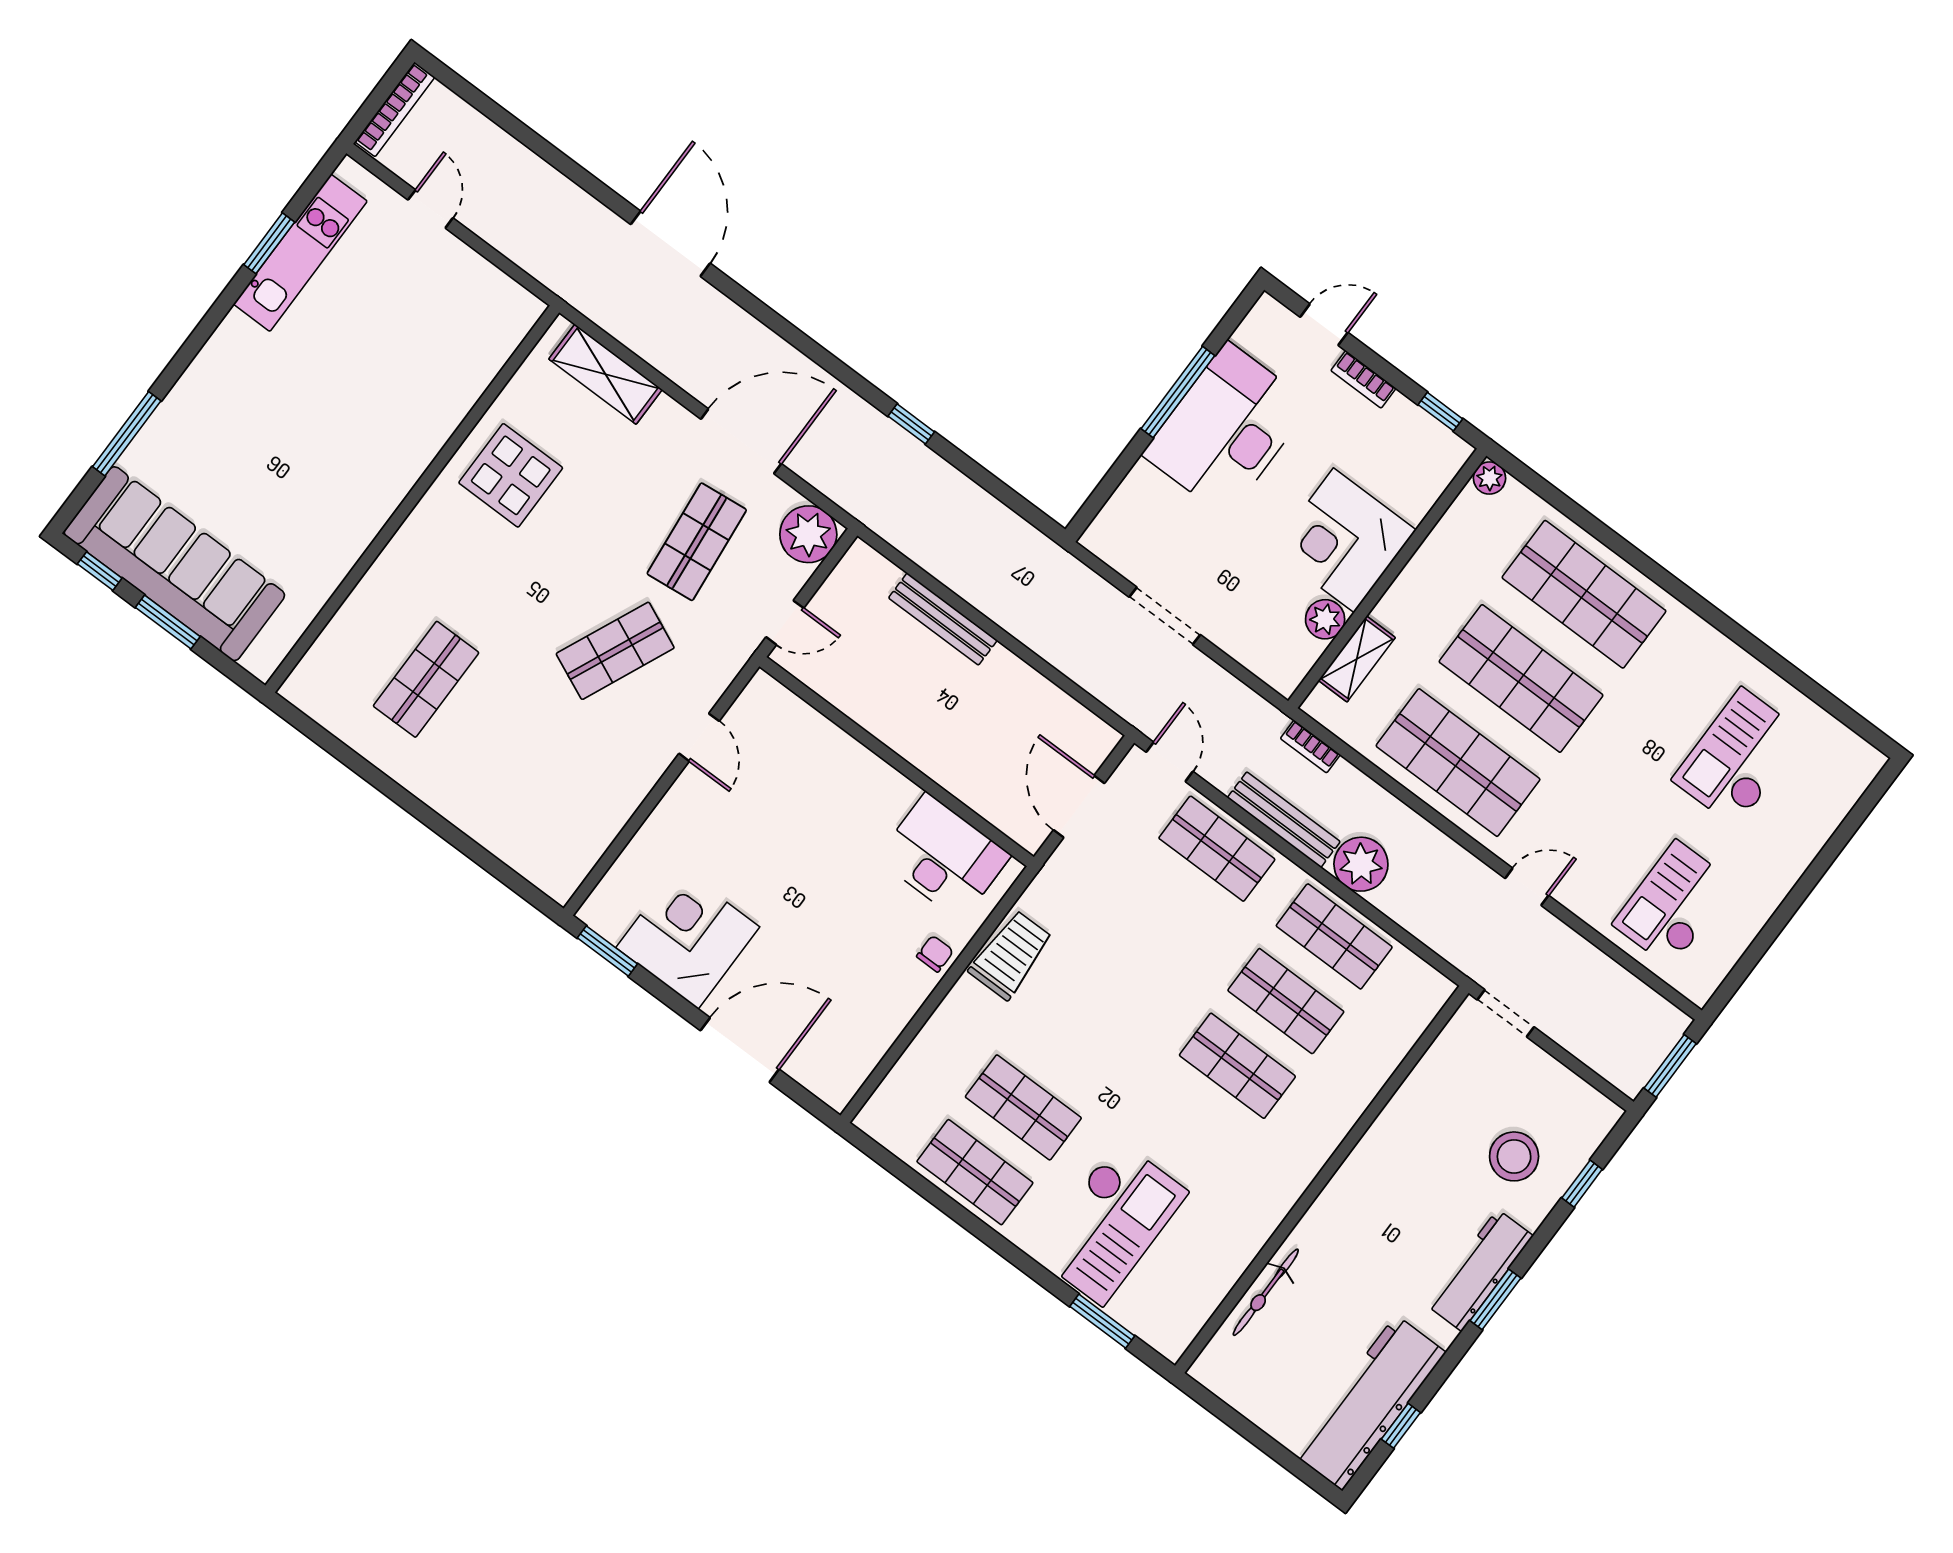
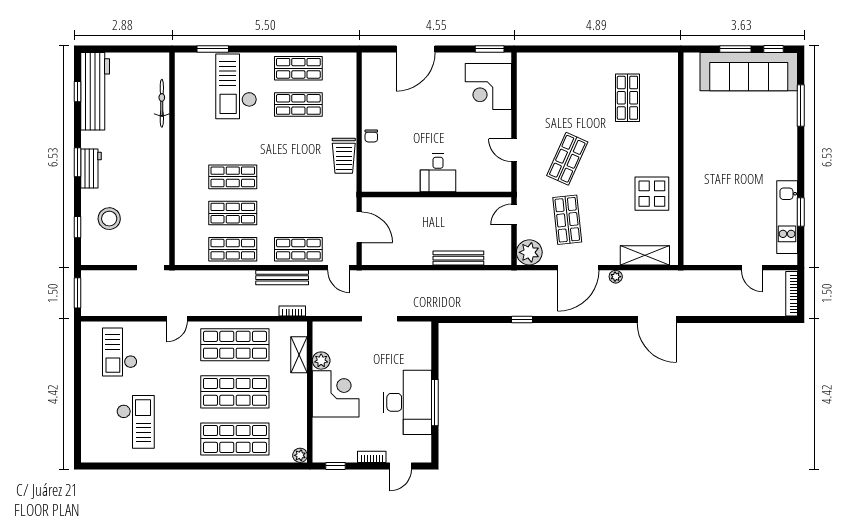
desk: (944, 857) -> (438, 173), moved, width x0.73
plant: (1361, 864) -> (616, 277), moved, width x0.53, depth x0.53
checkout: (1674, 904) -> (120, 352), turned 180
corner desk: (688, 937) -> (488, 87), moved, turned 90
workbench: (1480, 1270) -> (91, 168), width x0.73

